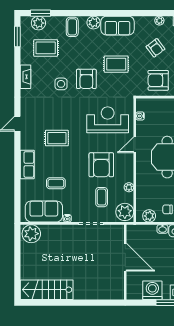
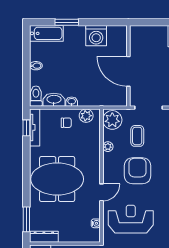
reception desk: (108, 120) -> (131, 219), turned 180
door: (125, 257) -> (128, 71), moved
wall: (125, 262) -> (128, 66), moved
washing machine: (152, 290) -> (96, 36), moved

